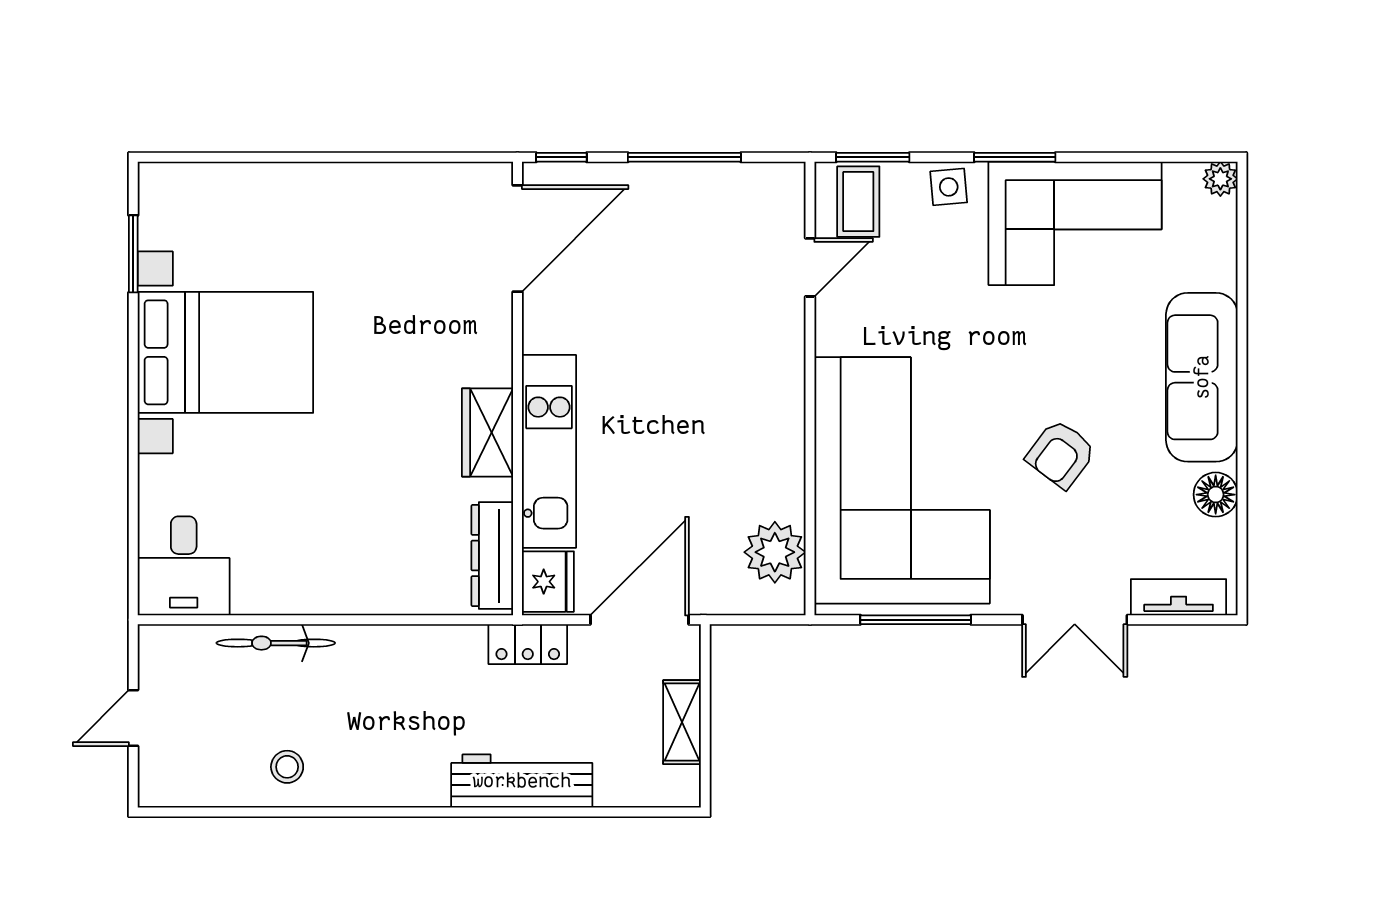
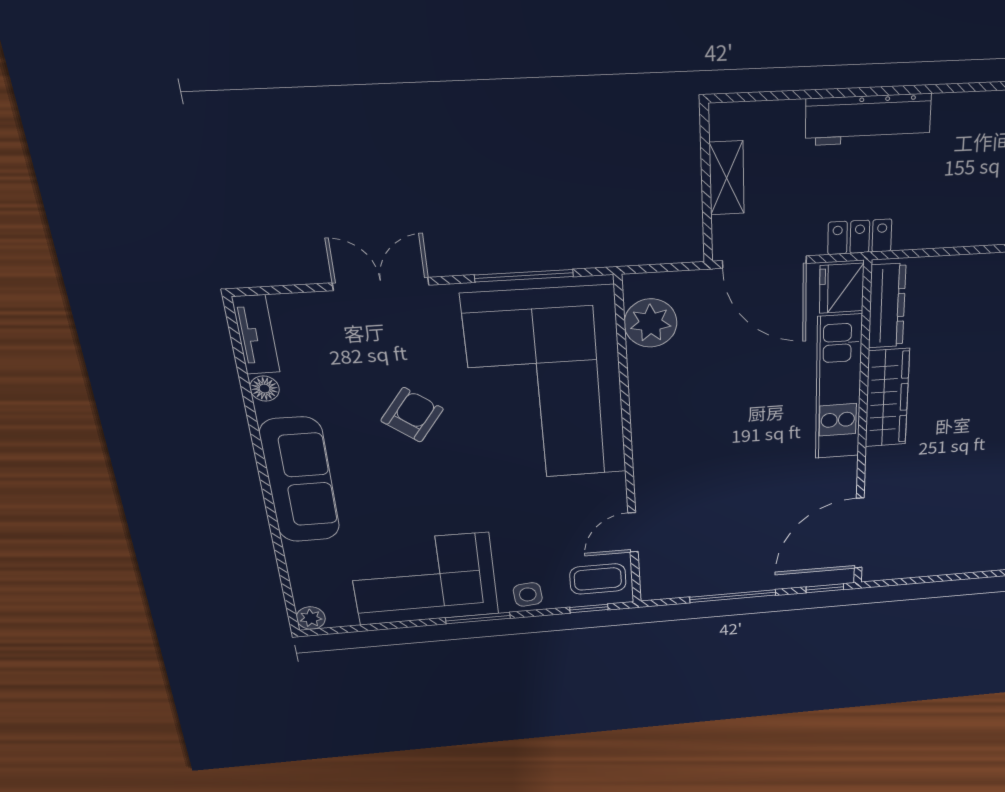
window: (873, 157) -> (589, 608), width x0.67
coffee table: (858, 202) -> (598, 579), turned 90
wardrobe: (487, 432) -> (887, 398), width x1.50
floor lamp: (1216, 495) -> (264, 389), width x0.73, depth x0.73
tv unit: (1179, 597) -> (256, 335), moved, turned -90
door: (640, 620) -> (765, 262), hinge flipped

